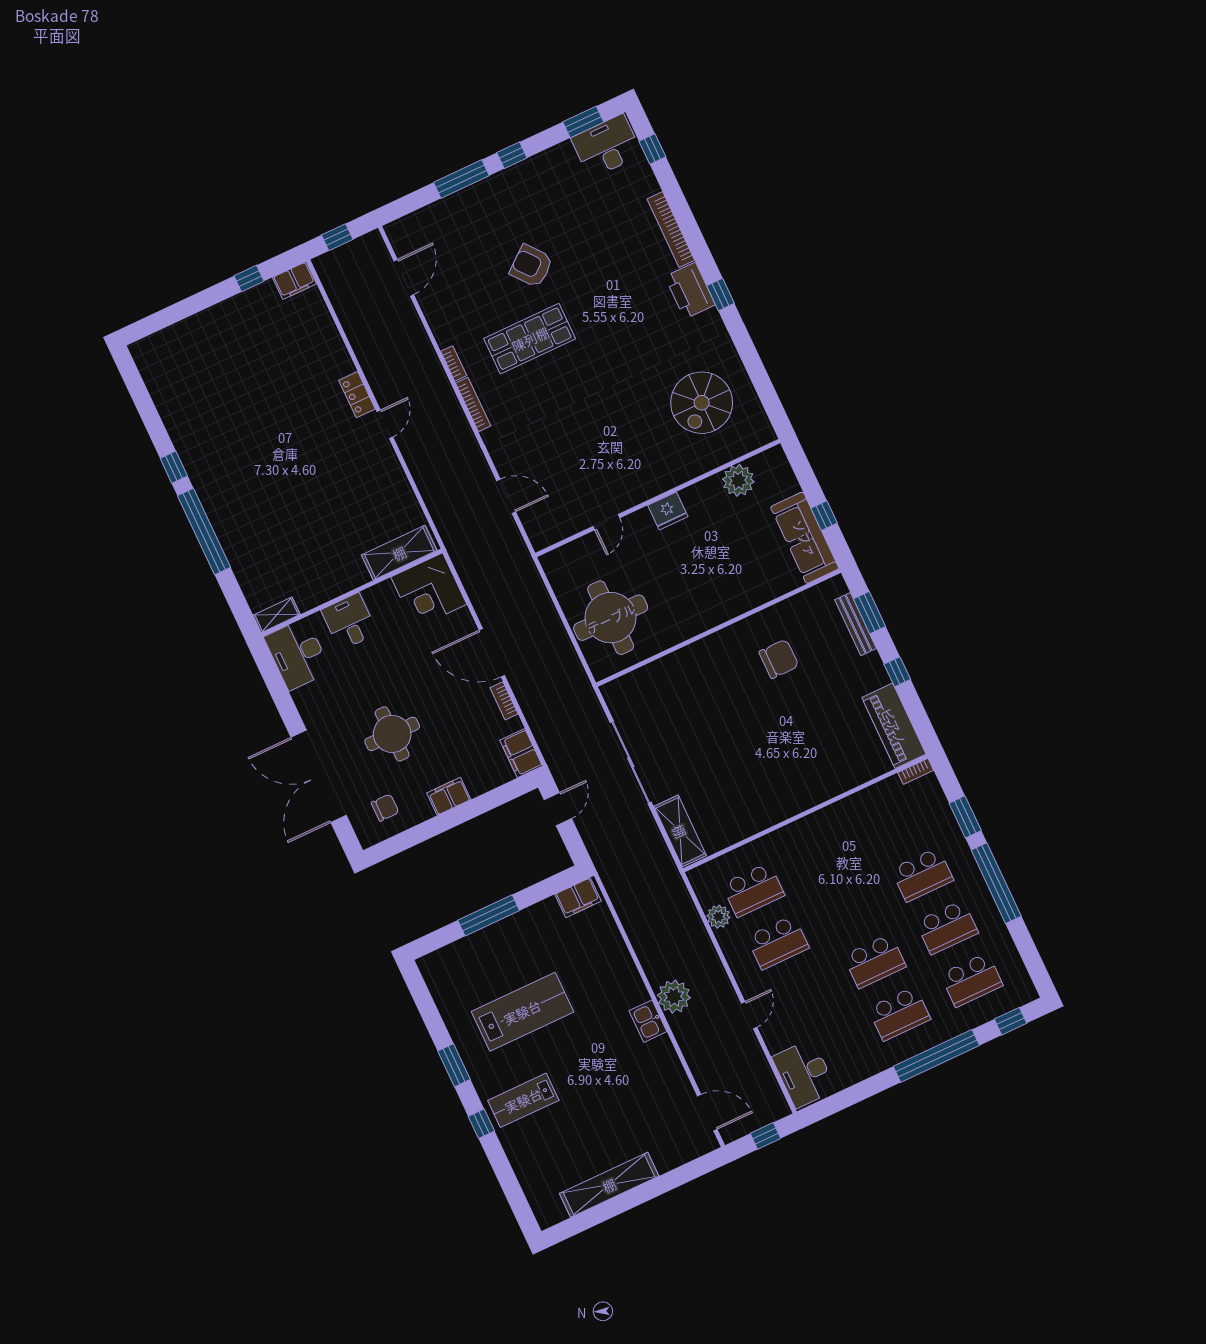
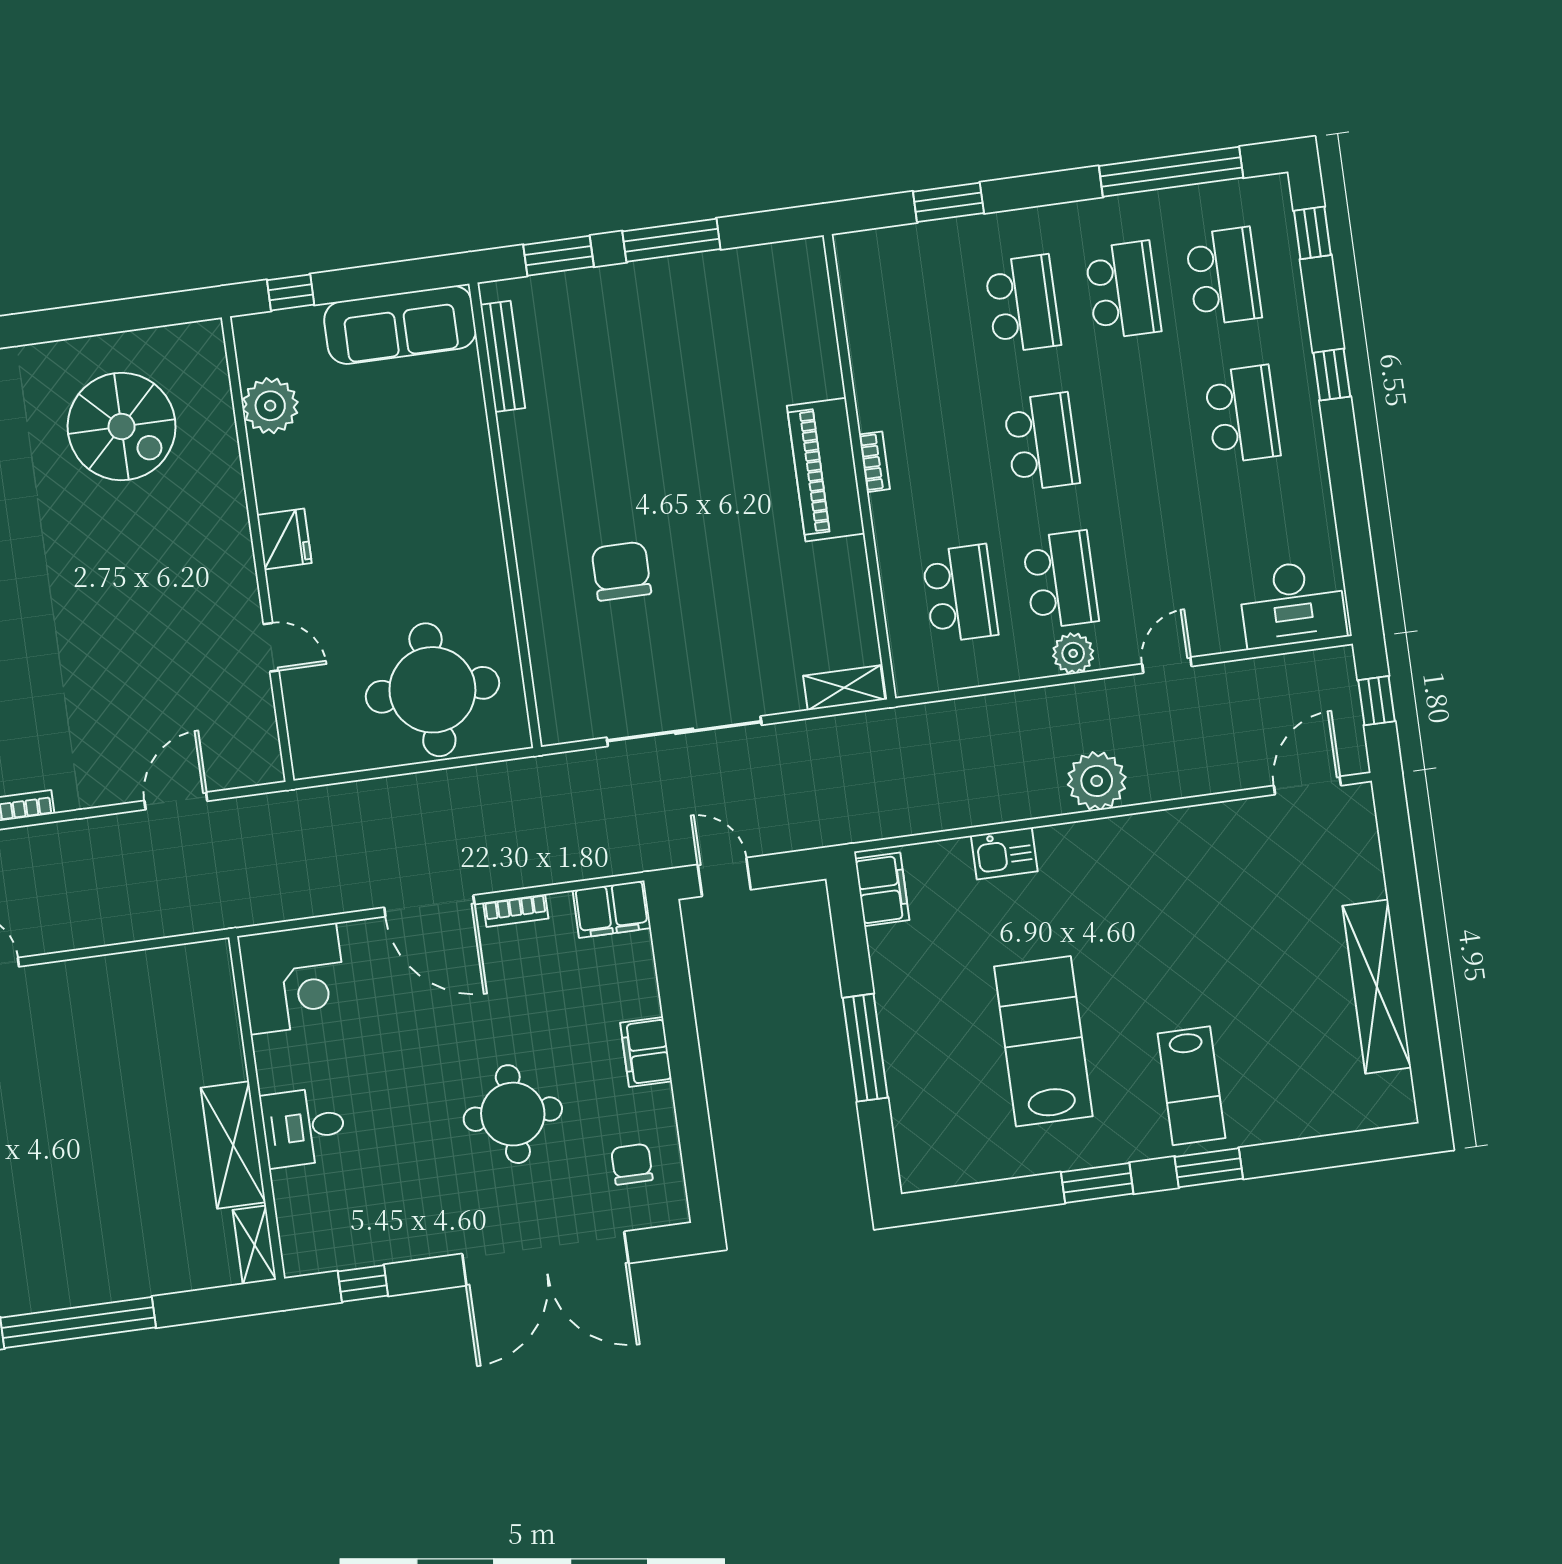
window: (824, 516) -> (291, 292), moved
shelving: (399, 553) -> (233, 1145), moved
bench: (856, 624) -> (503, 356), moved, turned 90
door: (492, 653) -> (429, 906), hinge flipped
desk: (297, 654) -> (331, 1230), removed
chair: (779, 659) -> (621, 571), moved
window: (897, 672) -> (671, 240), width x2.17
window: (274, 681) -> (363, 1284), added
piano: (894, 726) -> (826, 470), moved, turned 90
bookcase: (916, 771) -> (874, 462), moved
shelving: (680, 831) -> (844, 688), width x0.67, depth x0.75
window: (996, 883) -> (1171, 172), moved
plant: (718, 917) -> (1073, 653), moved
school desk: (875, 961) -> (1042, 442), moved
door: (749, 1015) -> (1167, 665), hinge flipped
kitchen sink: (648, 1021) -> (1004, 853), moved
window: (936, 1056) -> (1332, 375), width x0.32
window: (481, 1124) -> (1209, 1168), width x1.50

